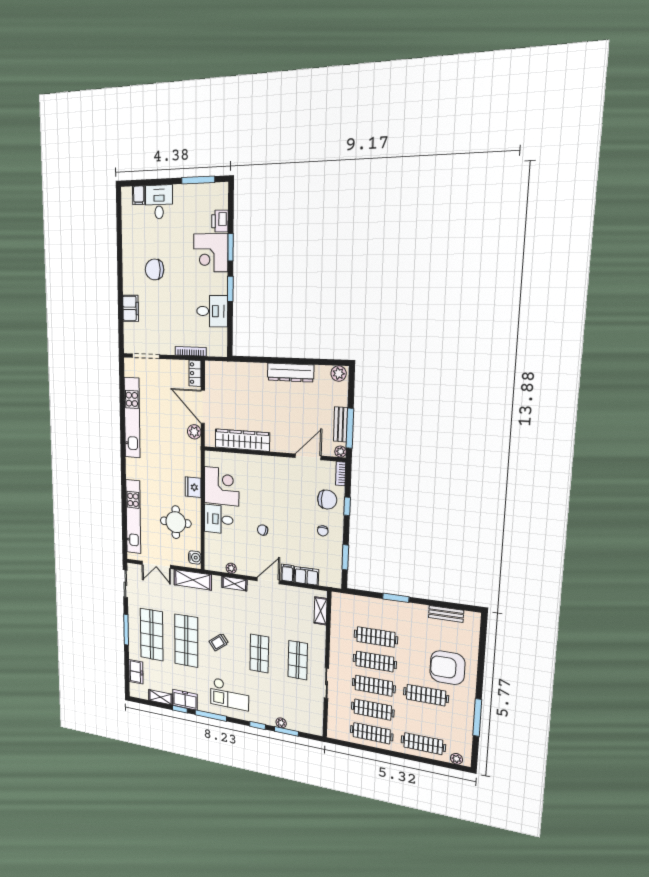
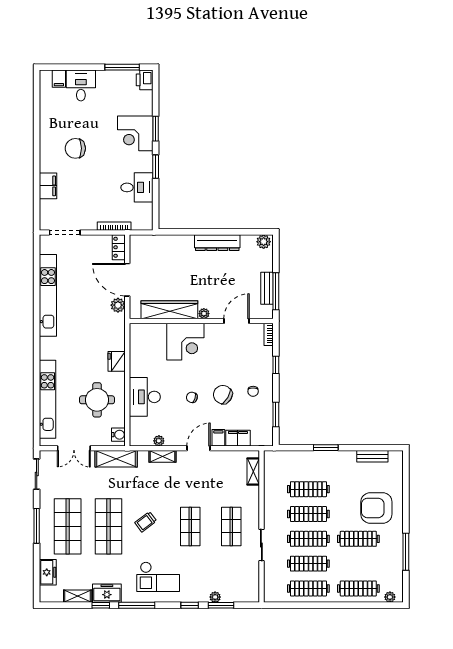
printer: (220, 221) -> (145, 80), moved
plant: (340, 452) -> (204, 314), moved
corner desk: (222, 486) -> (185, 342), moved, turned 90
chair: (327, 500) -> (223, 395), moved, turned -151
desk: (219, 519) -> (145, 397), width x1.37

